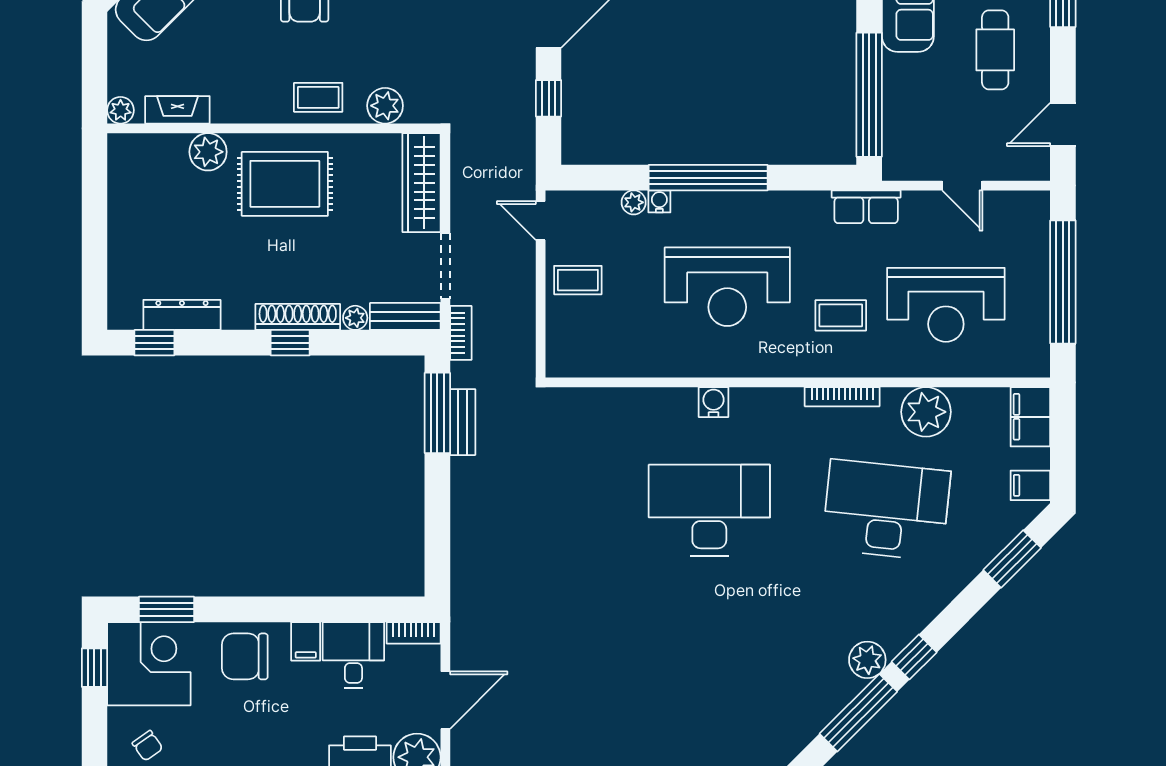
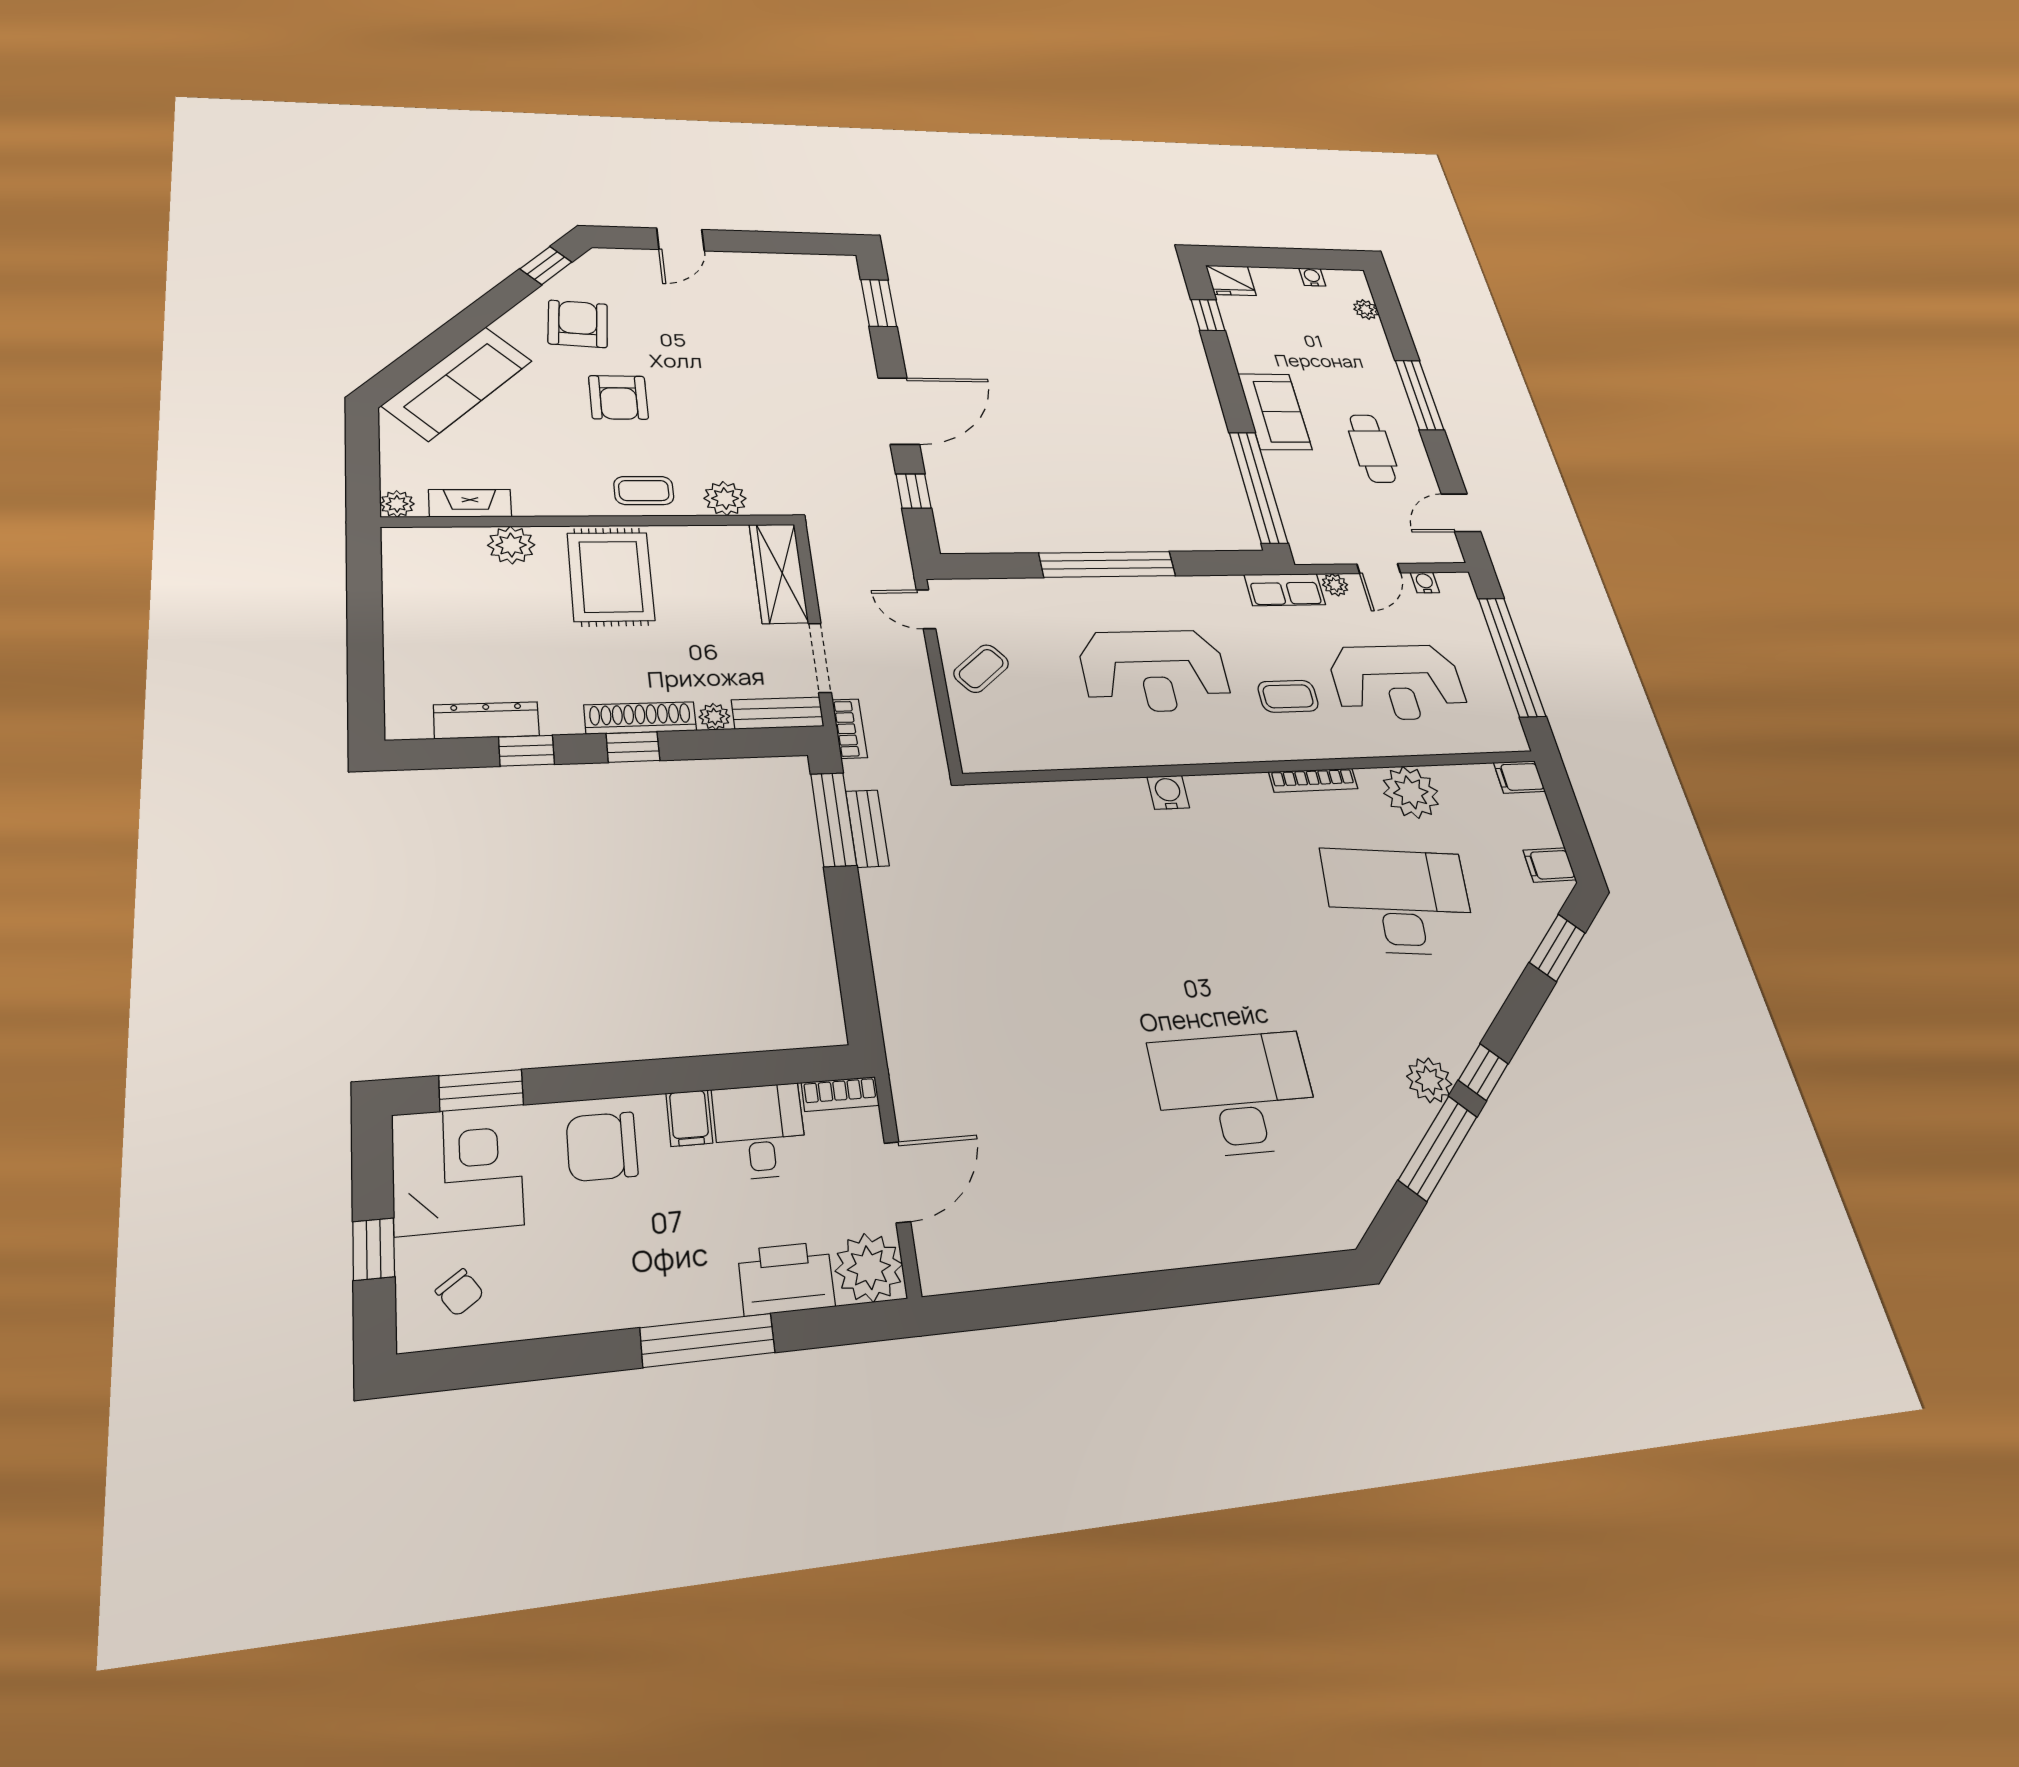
rug: (285, 184) -> (611, 577), turned 90
door: (962, 186) -> (1379, 568), hinge flipped
water cooler: (659, 201) -> (1425, 582), moved
plant: (634, 202) -> (1335, 585), moved
coffee table: (578, 280) -> (981, 669), turned -40
window: (154, 343) -> (527, 751), moved
filing cabinet: (1030, 417) -> (1519, 777), width x0.50
desk: (709, 510) -> (1236, 1094), moved
window: (94, 668) -> (374, 1249), moved

